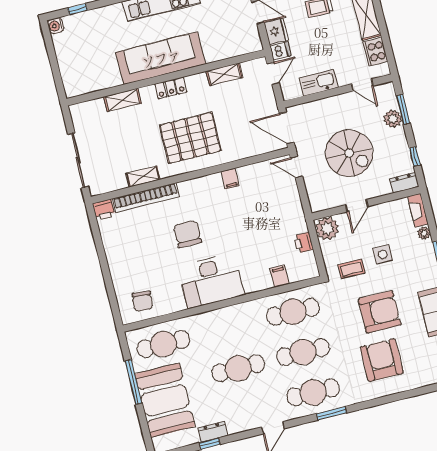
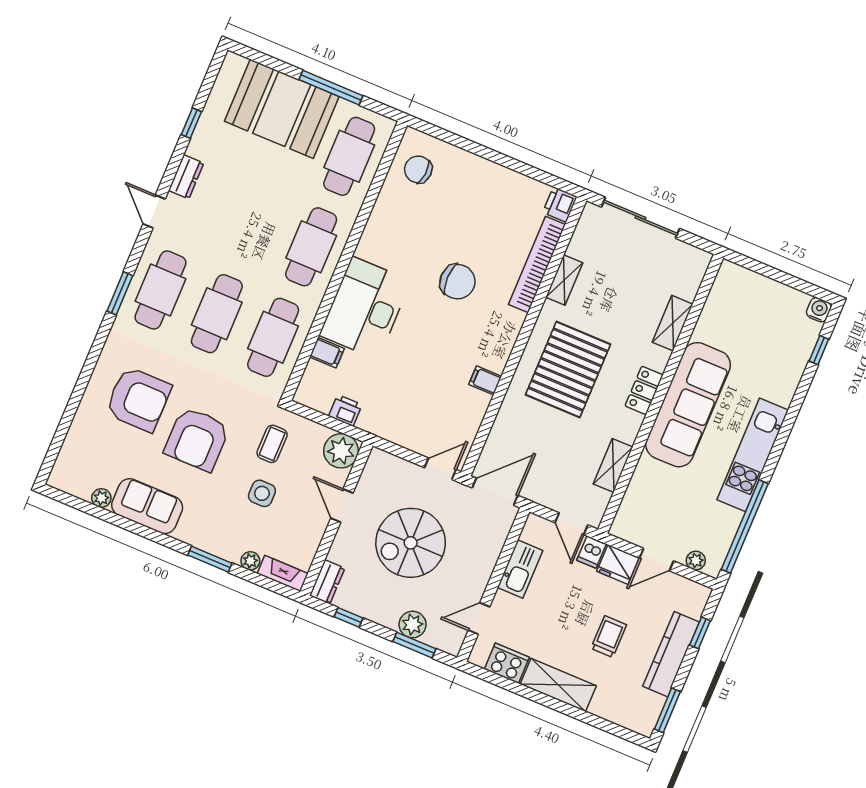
desk: (211, 281) -> (365, 308), moved
cafe table: (238, 368) -> (311, 247), moved
dresser: (213, 432) -> (186, 177), moved

